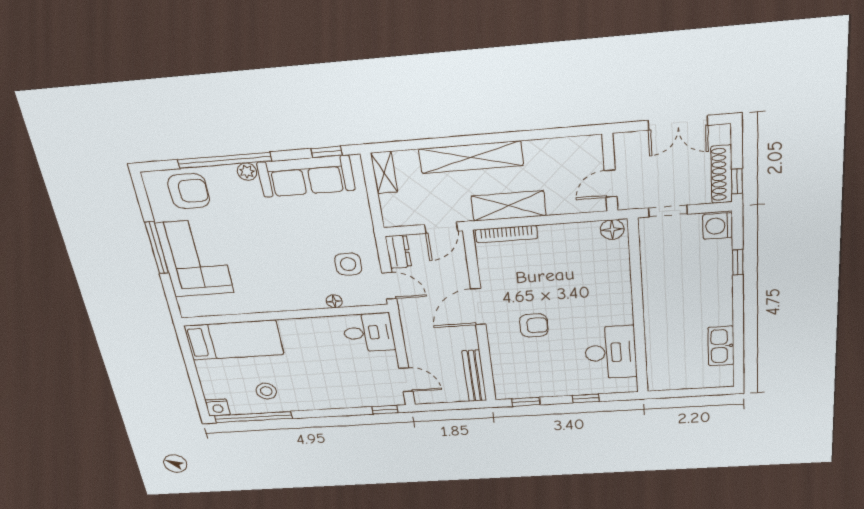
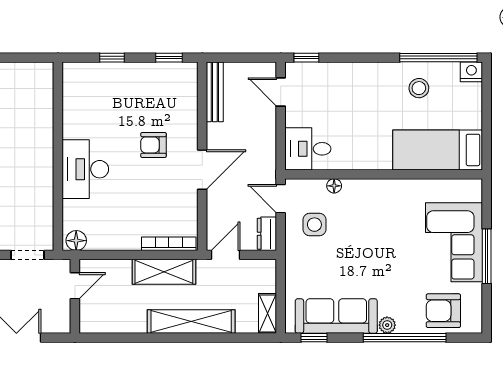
desk: (611, 352) -> (85, 169), moved

